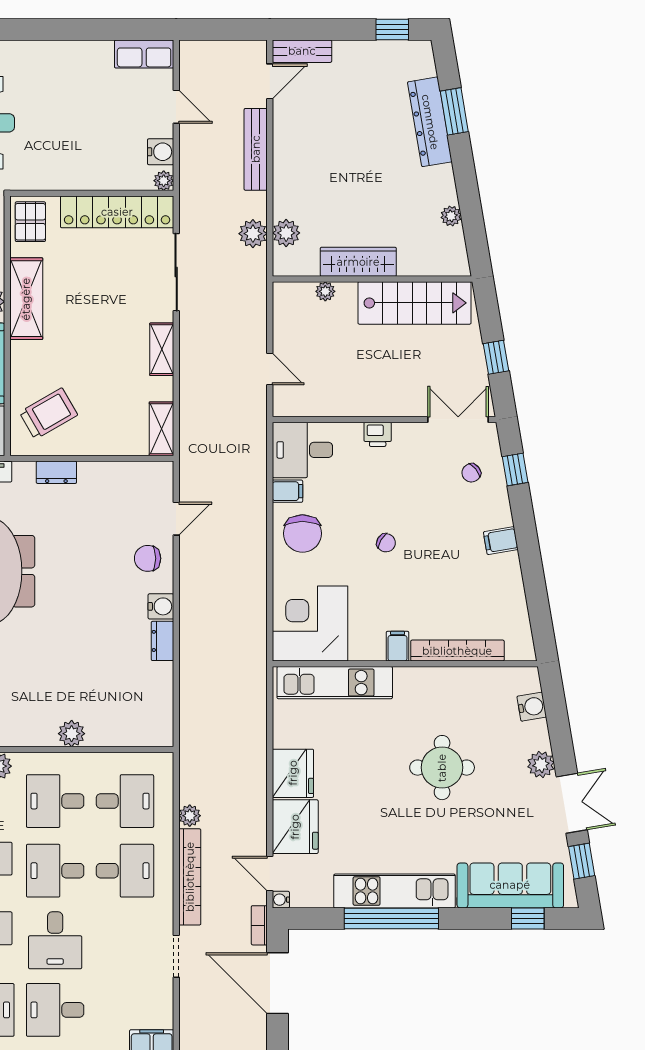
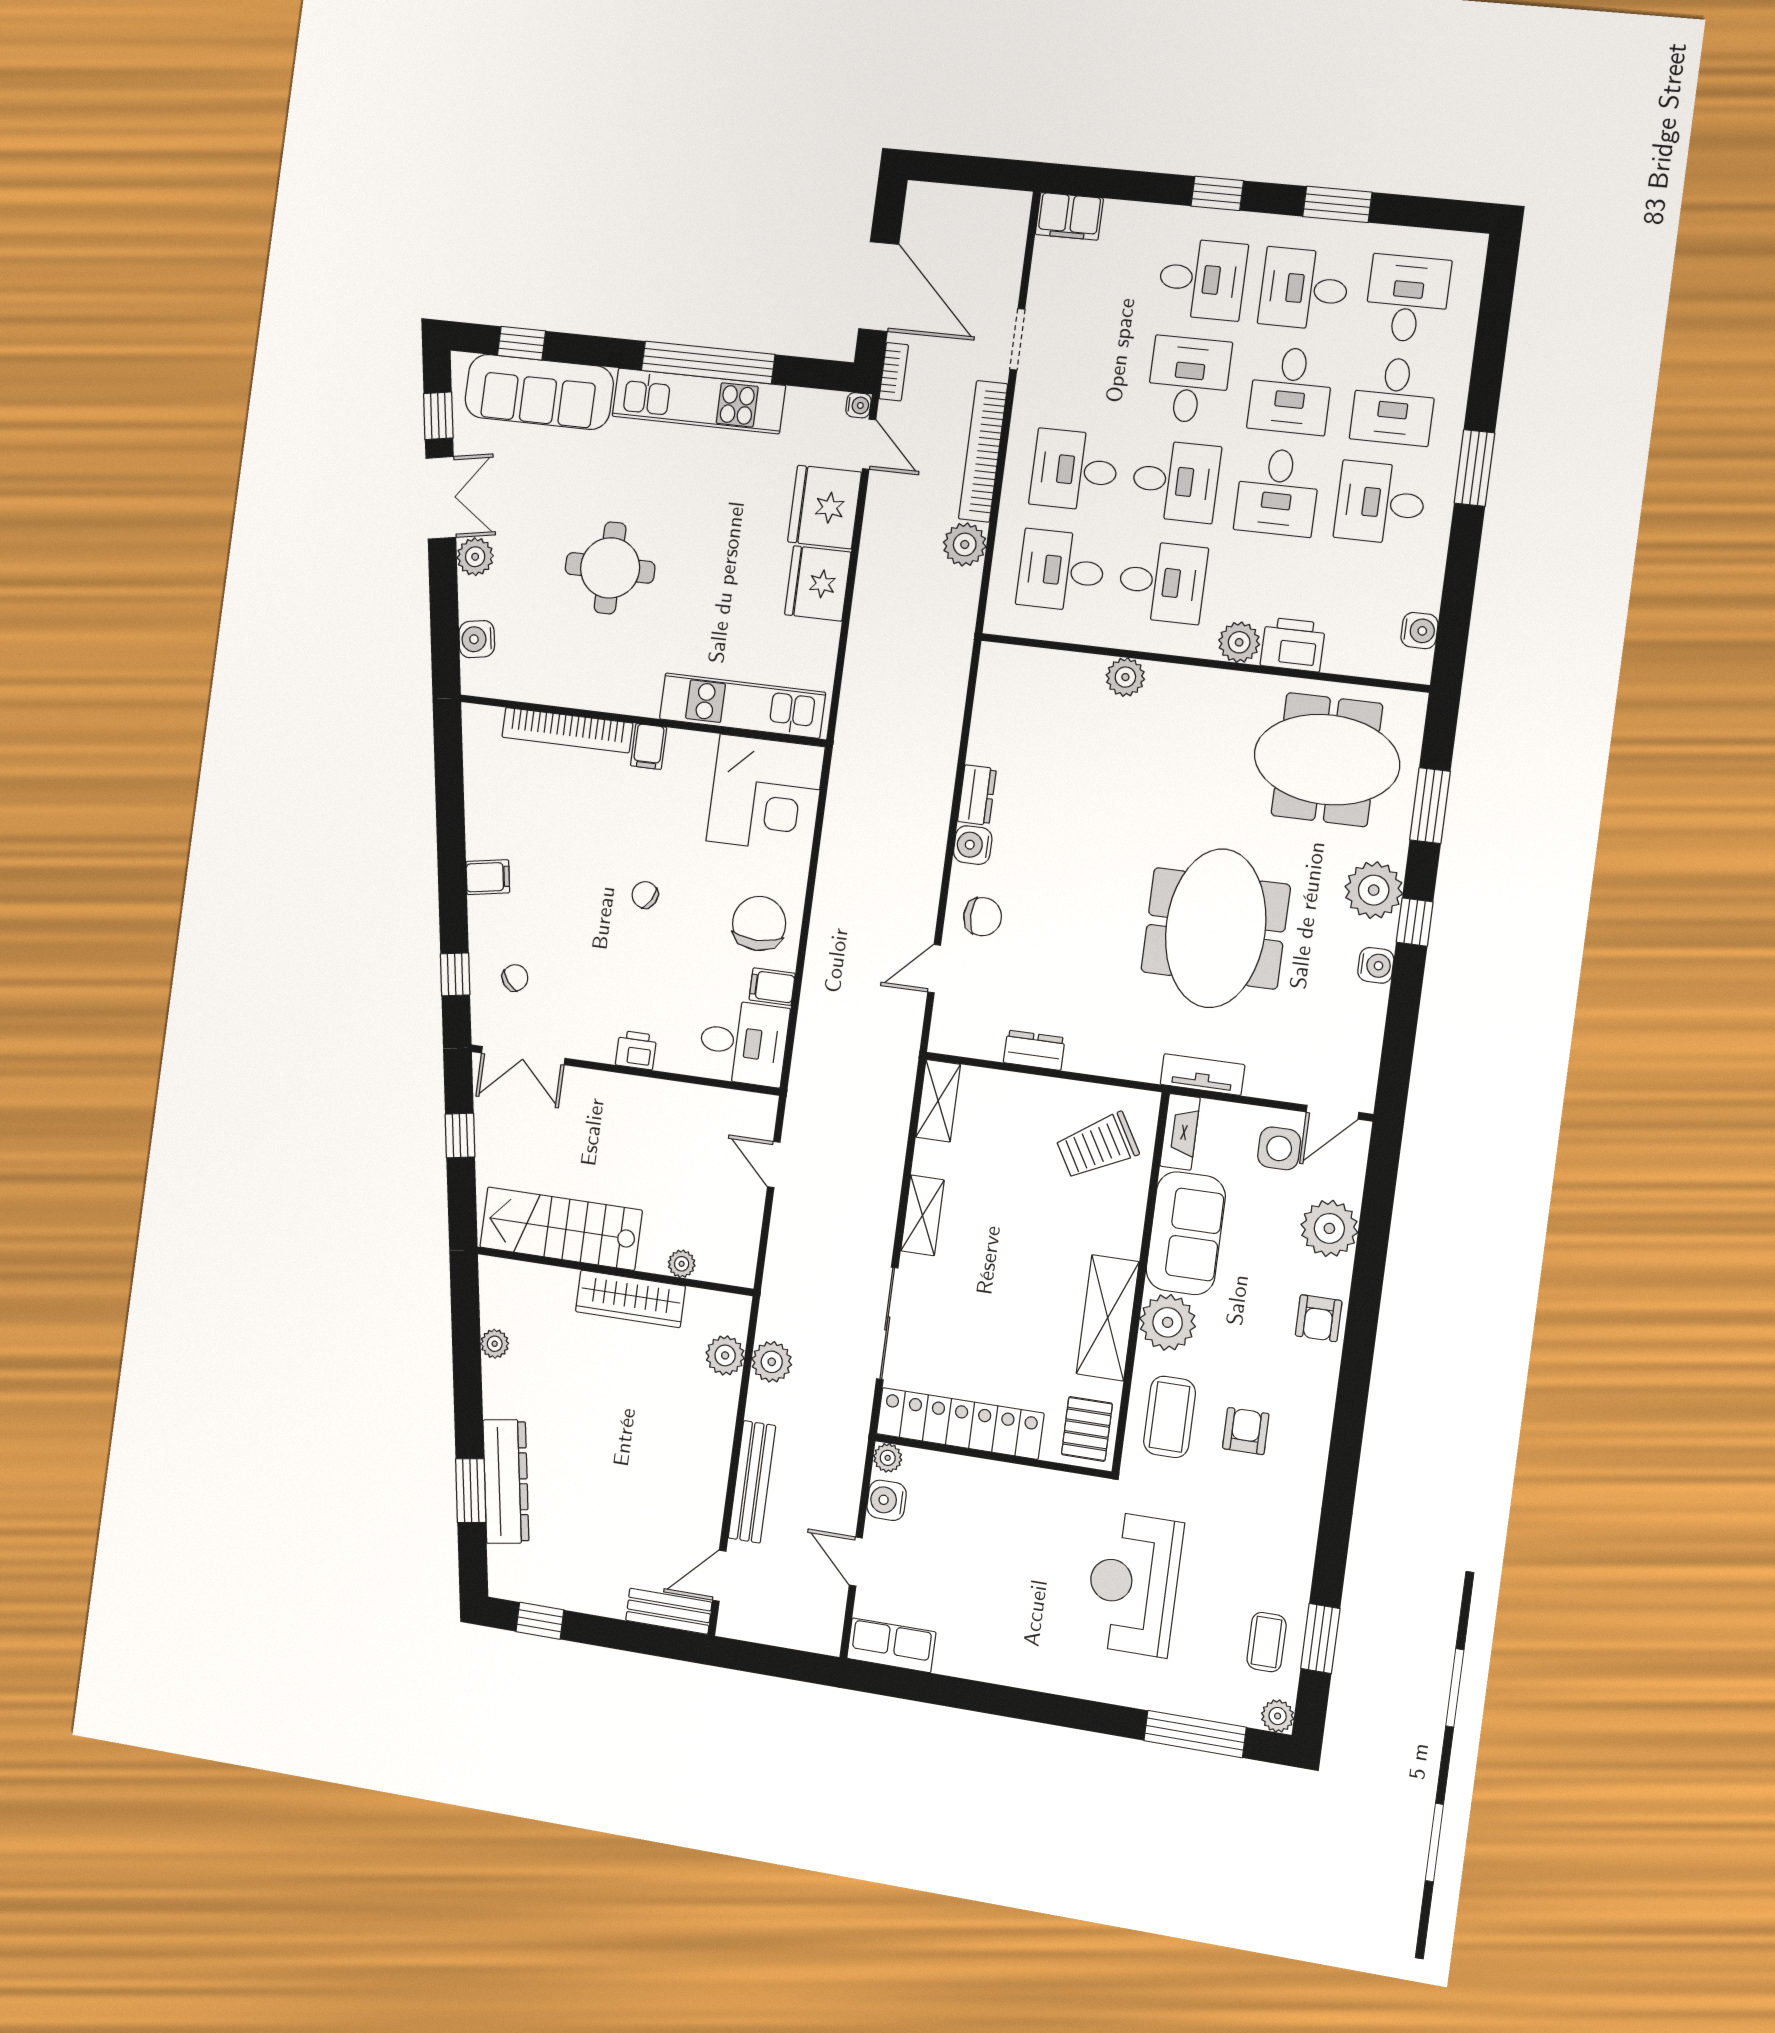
dresser: (56, 472) -> (1034, 1050), moved
double door: (572, 803) -> (441, 498), swing flipped
plant: (190, 816) -> (965, 544), width x1.38, depth x1.38

